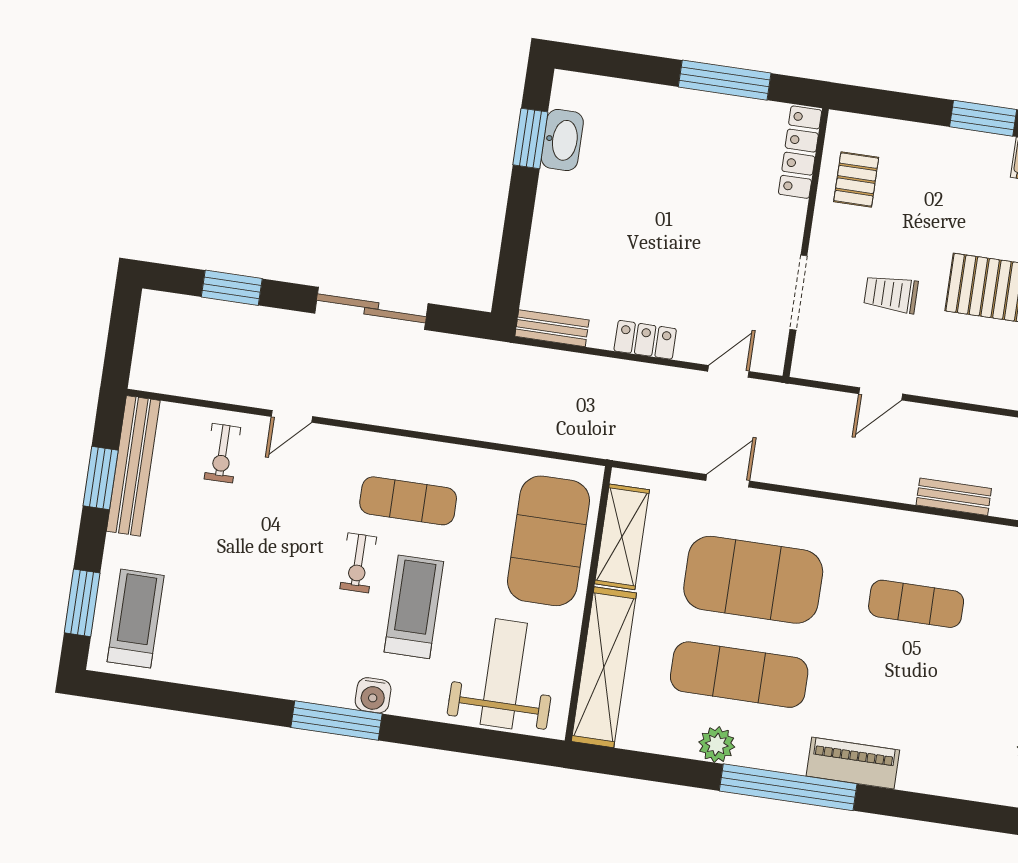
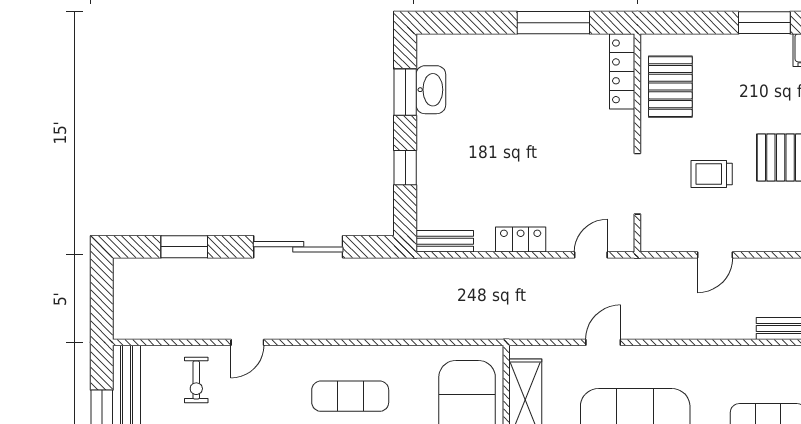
pallet: (856, 179) -> (670, 87), width x1.50, depth x1.42
window: (517, 231) -> (405, 168), added

